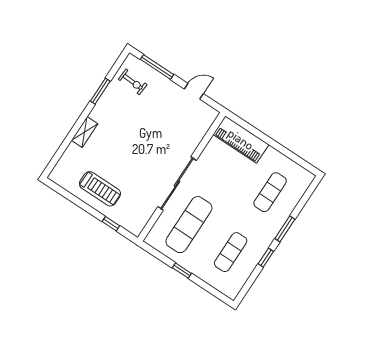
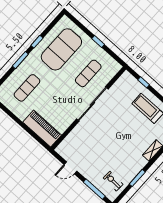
exercise mat: (189, 225) -> (88, 73), width x0.73, depth x0.69
exercise mat: (231, 252) -> (61, 49), width x2.00, depth x1.45

